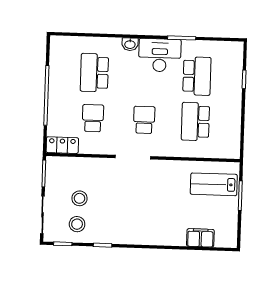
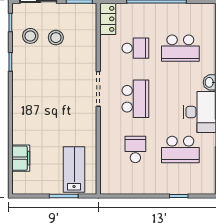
school desk: (94, 73) -> (180, 48), turned 180
school desk: (144, 120) -> (135, 99), width x1.85
school desk: (195, 122) -> (135, 149), width x0.54

